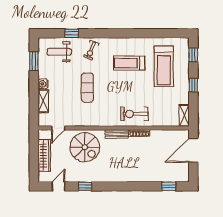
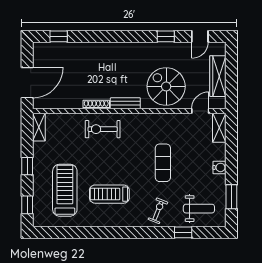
treadmill: (129, 63) -> (109, 194), turned 180
shelving: (43, 101) -> (219, 128), moved
exercise bike: (134, 114) -> (103, 129), turned 180

